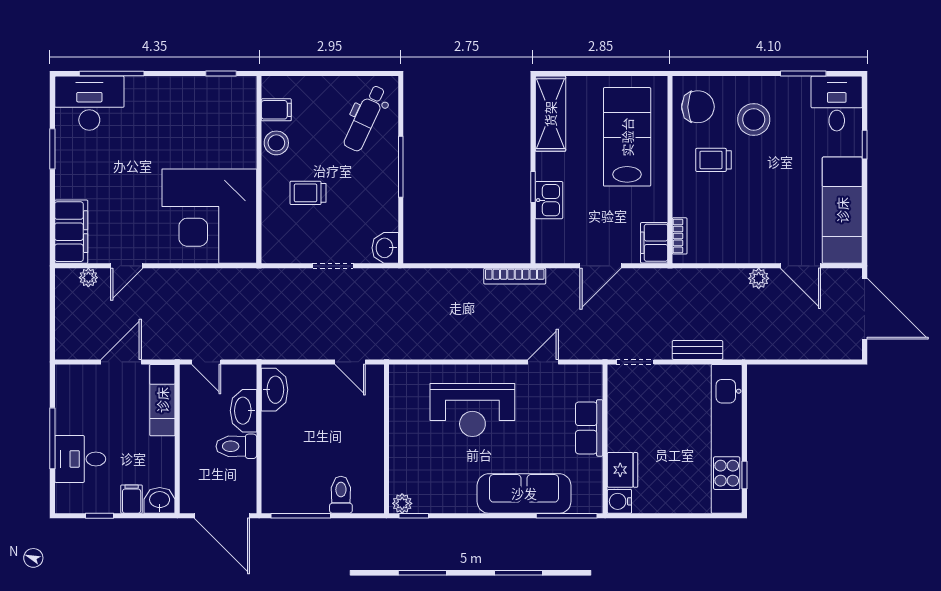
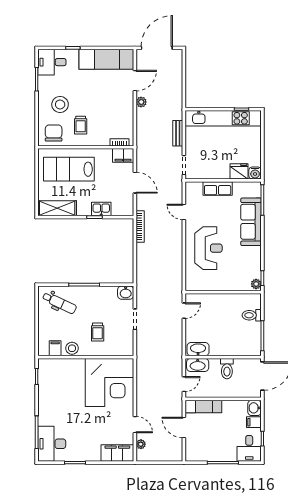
washbasin: (244, 411) -> (198, 365), moved
desk: (80, 459) -> (249, 448), moved

